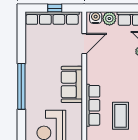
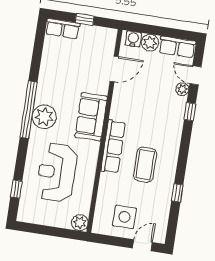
row of seats: (52, 18) -> (63, 29), width x0.50
plant: (35, 90) -> (44, 117), added

